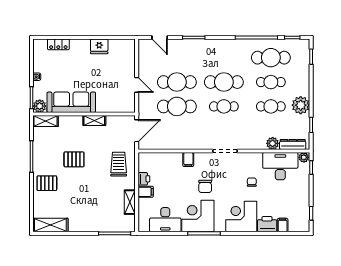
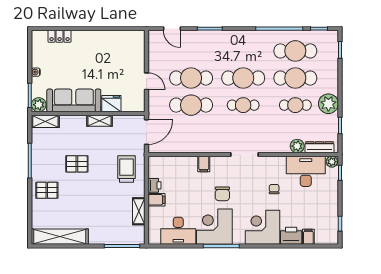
fridge: (99, 46) -> (111, 104), moved, turned 180
cafe table: (271, 82) -> (295, 78), width x1.37, depth x1.35
shelving: (50, 225) -> (60, 237), width x1.47

